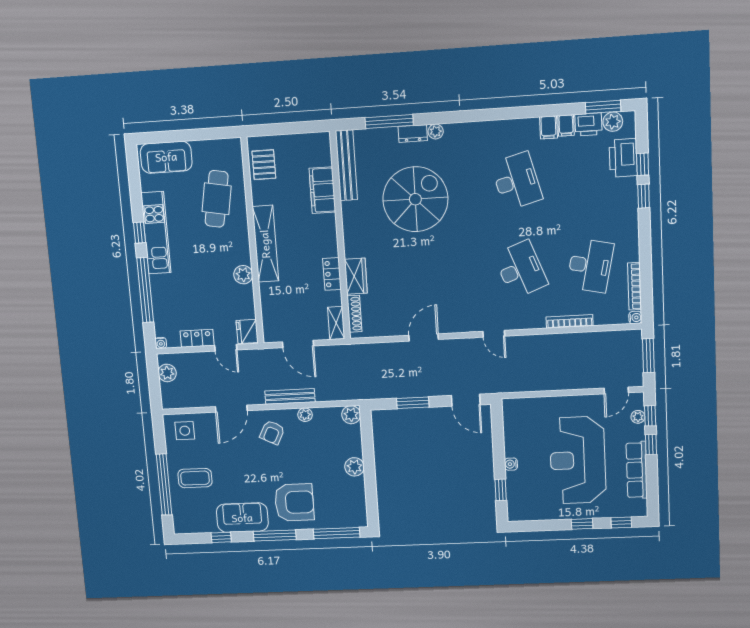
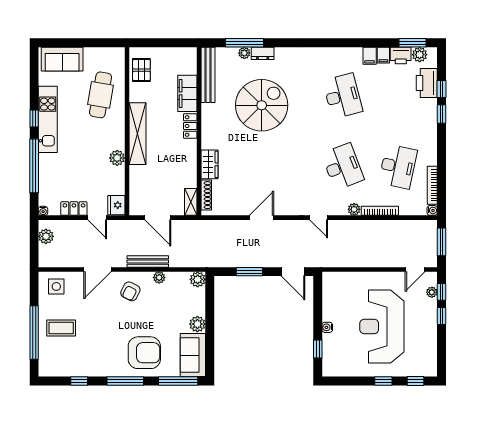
plant: (436, 131) -> (244, 53), moved
locker: (332, 274) -> (190, 126), moved
plant: (537, 321) -> (354, 209), added
row of seats: (637, 470) -> (429, 337), removed
sofa: (242, 518) -> (193, 355), moved, turned -90

